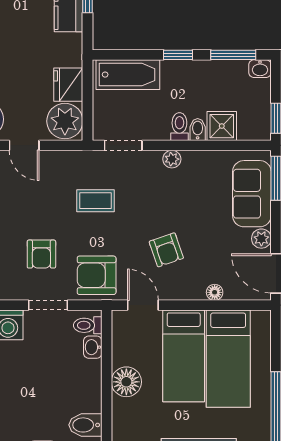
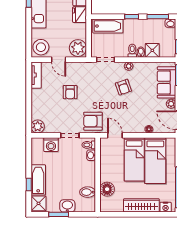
fridge: (68, 85) -> (80, 15), moved
coffee table: (96, 201) -> (92, 86), removed
armchair: (166, 250) -> (123, 87), moved
armchair: (41, 254) -> (70, 92), moved
floor lamp: (126, 382) -> (107, 189), moved

